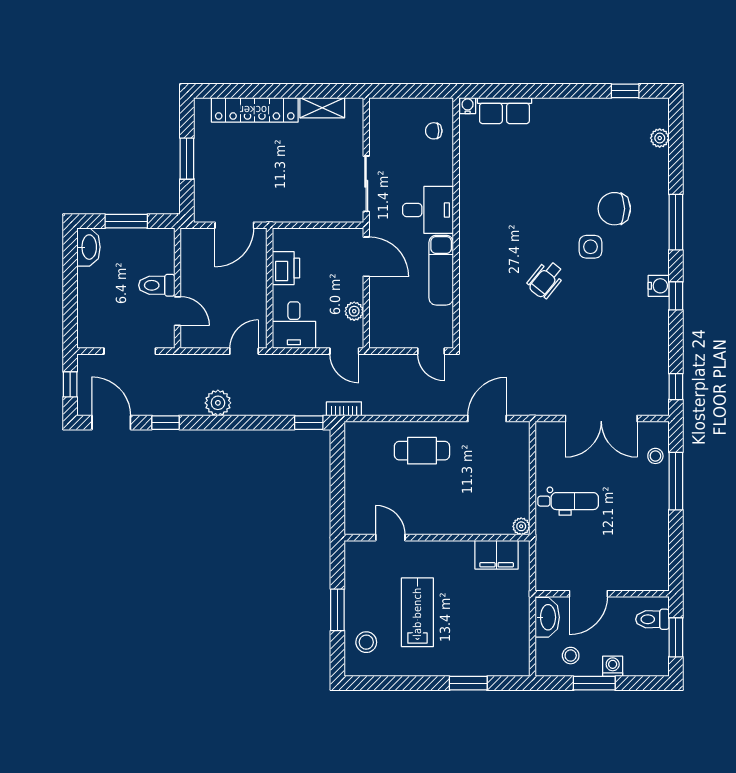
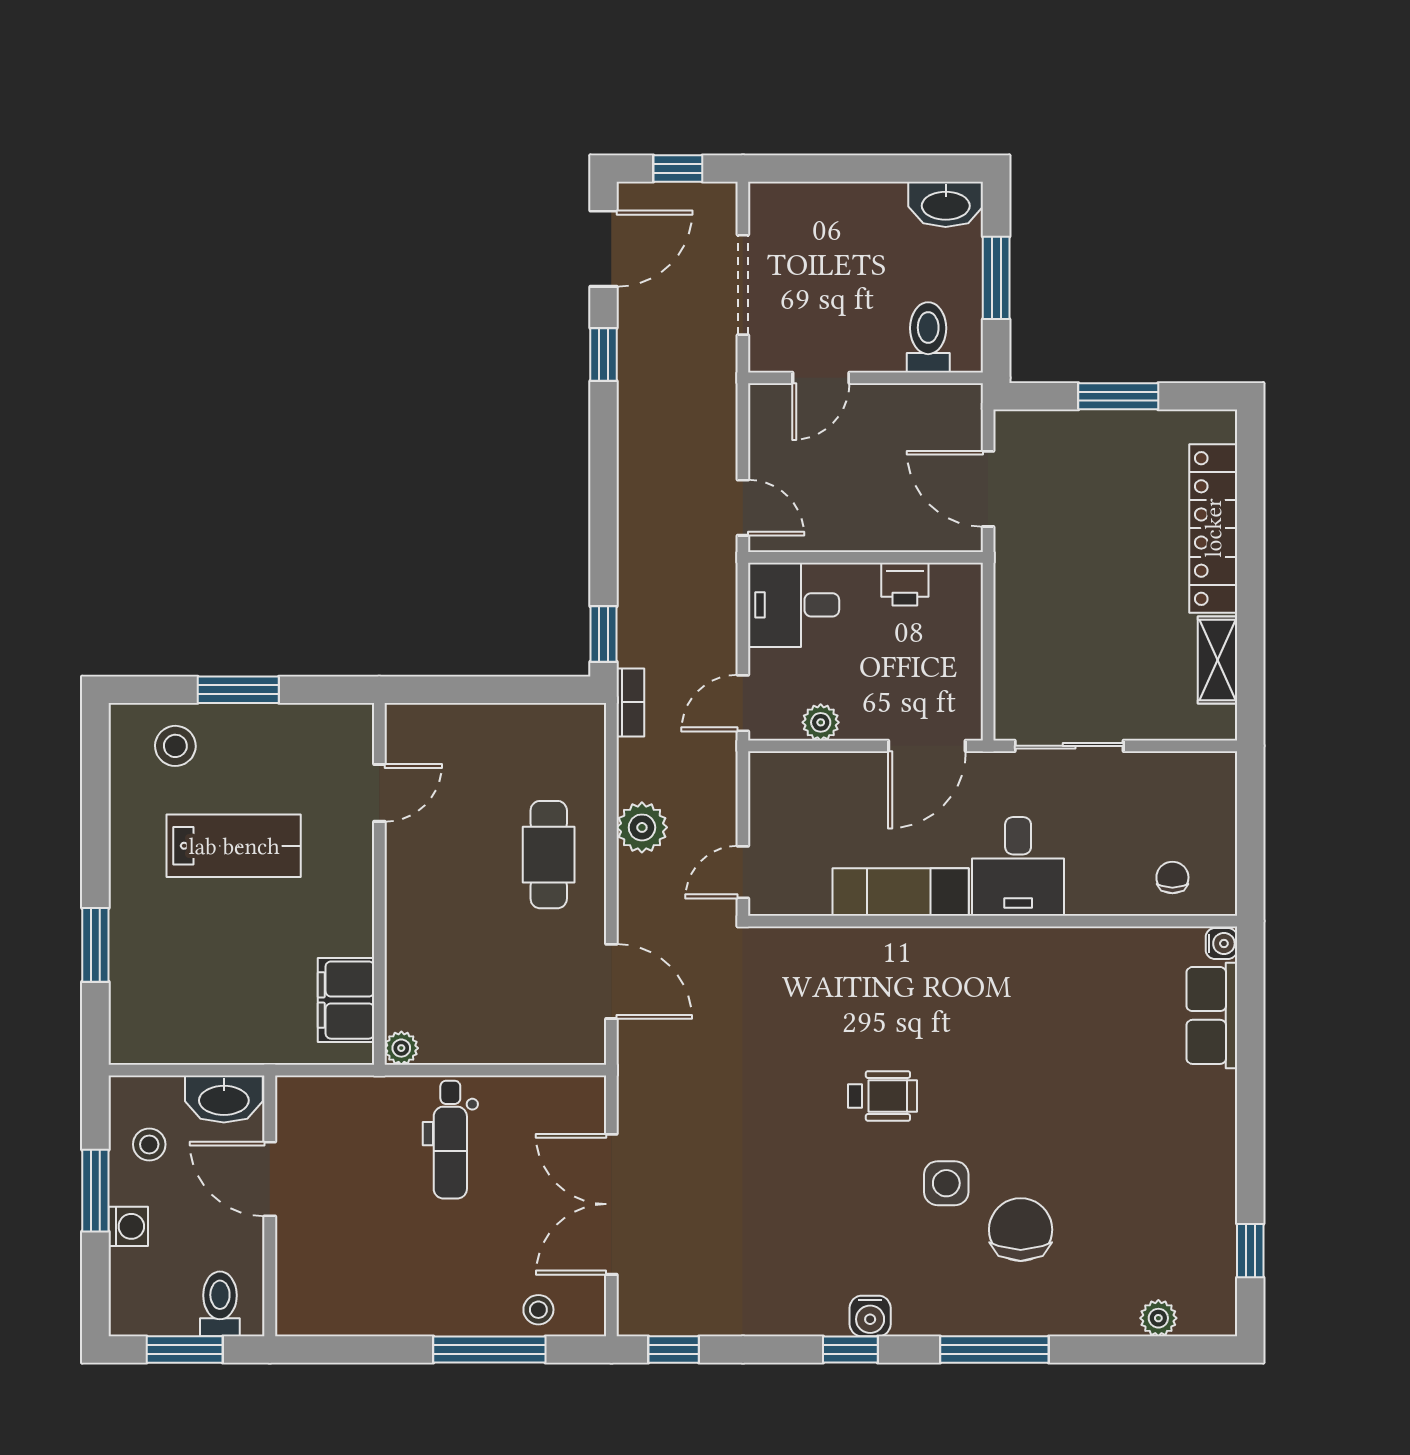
printer: (286, 268) -> (905, 584), width x0.73, depth x0.81
wheelchair: (546, 280) -> (882, 1096), turned 141
toilet: (157, 285) -> (928, 337), moved
plant: (218, 403) -> (642, 827), moved

